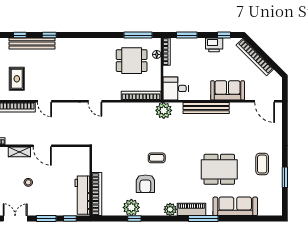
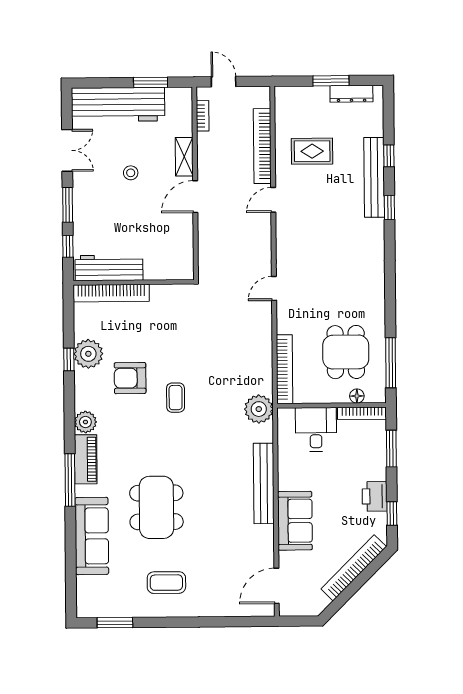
desk: (176, 88) -> (316, 429), moved
window: (285, 177) -> (115, 623), moved

